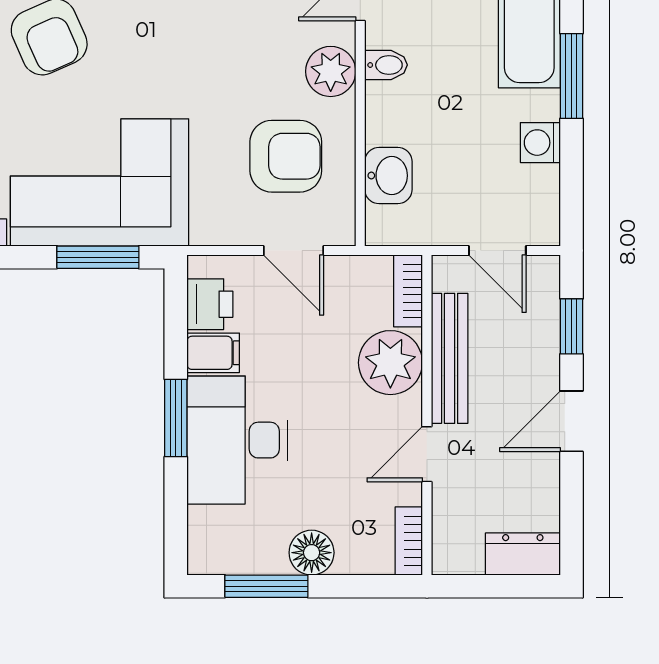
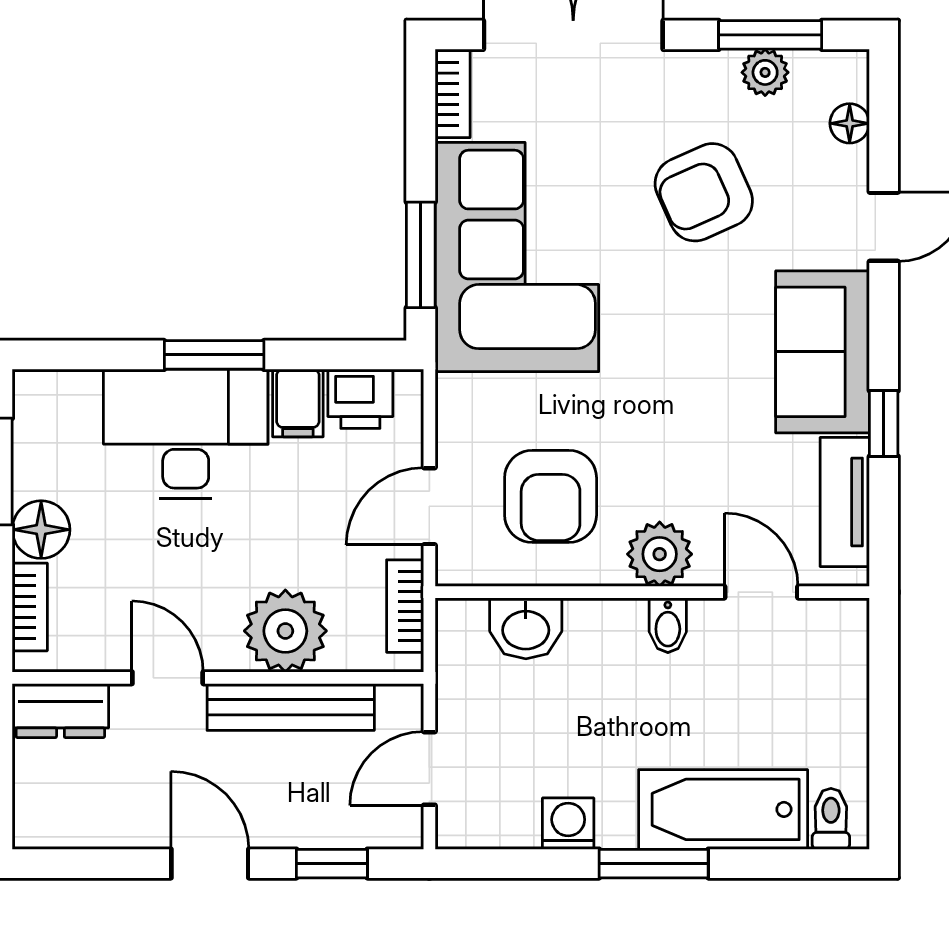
bookcase: (408, 291) -> (405, 606), moved, turned -90
bookcase: (409, 541) -> (30, 607), moved, turned 90
dresser: (523, 554) -> (60, 711), moved, turned 90

